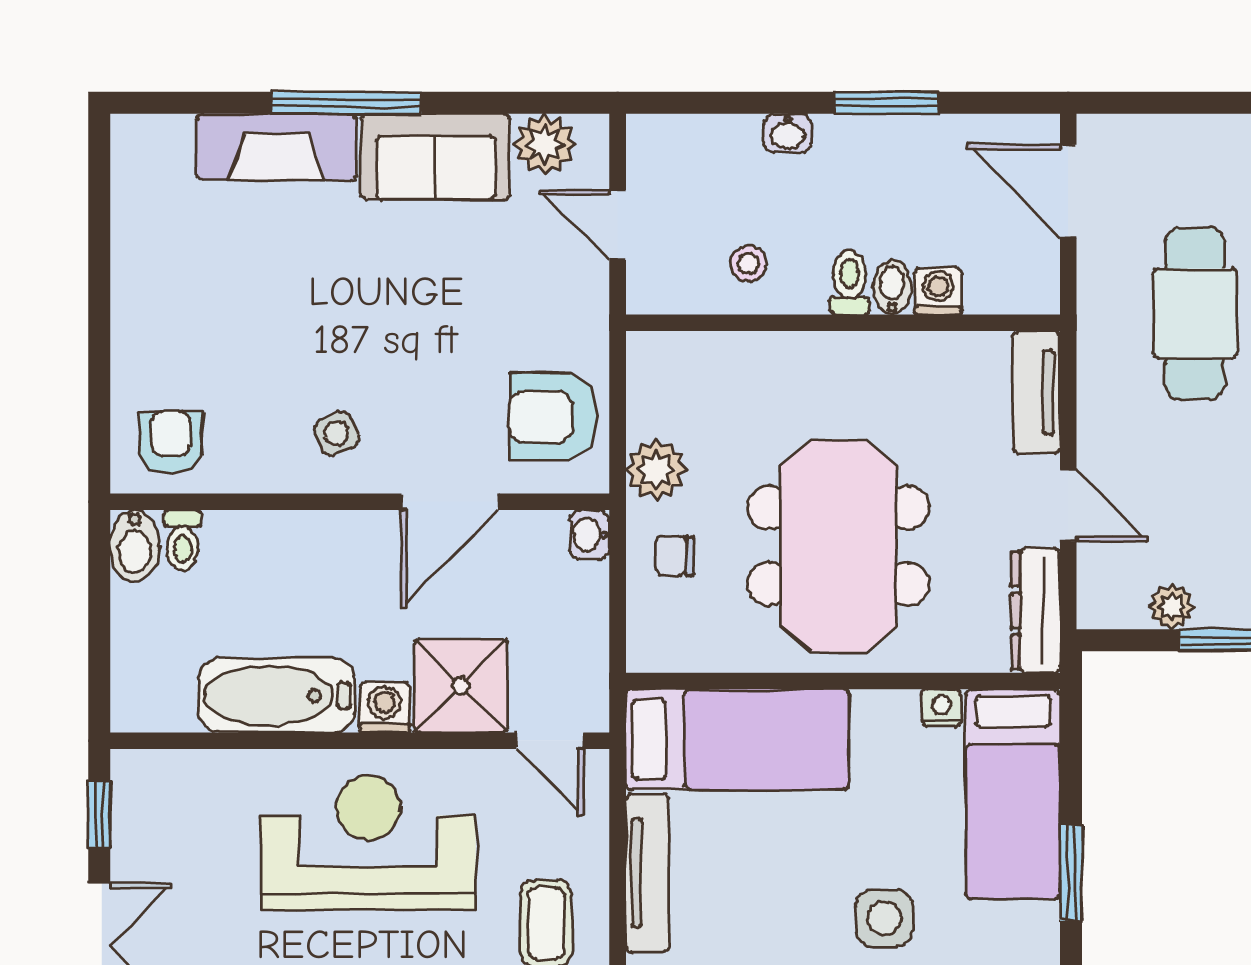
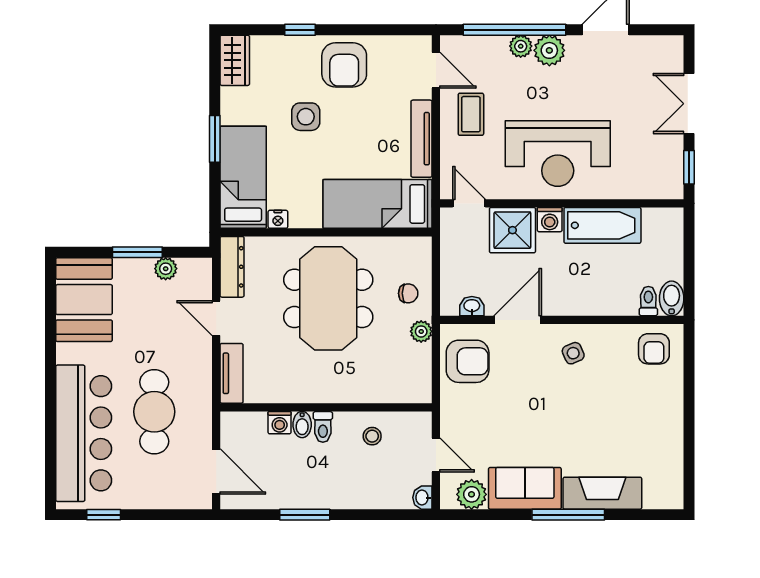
washbasin: (788, 133) -> (422, 498), moved, turned -90
plant: (656, 470) -> (421, 331), width x0.73, depth x0.73
washbasin: (590, 535) -> (472, 306), moved, turned -90

